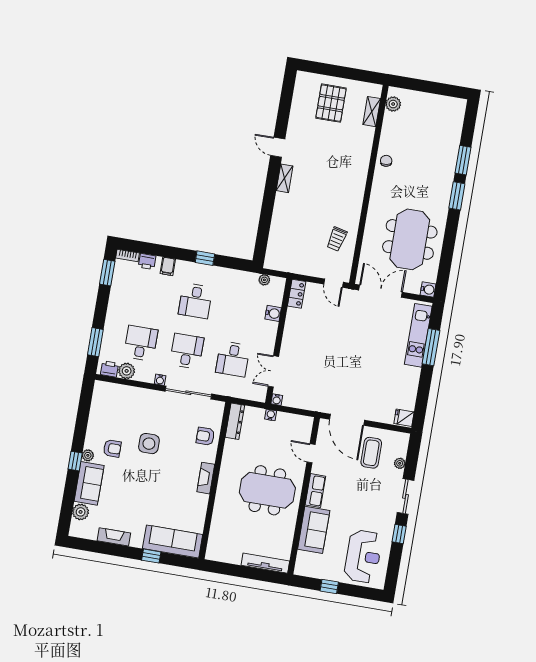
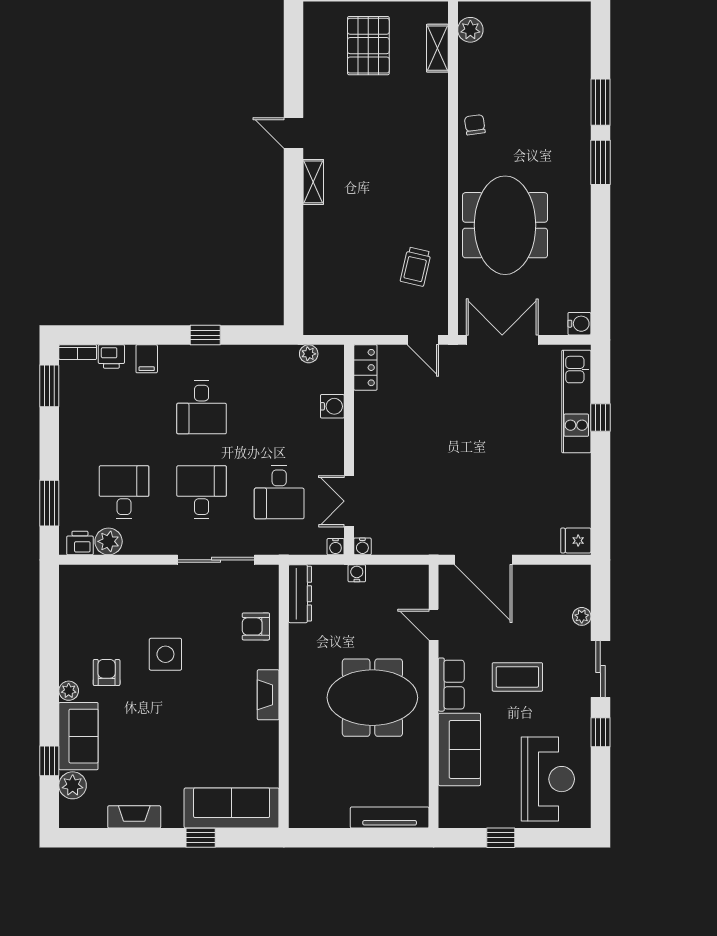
meeting table: (410, 239) -> (505, 225), moved
window: (431, 347) -> (600, 417), width x0.46
water cooler: (160, 380) -> (336, 547), moved
armchair: (112, 448) -> (107, 672), turned -90
coffee table: (371, 453) -> (517, 677), moved, turned 90
window: (75, 461) -> (49, 761), moved

